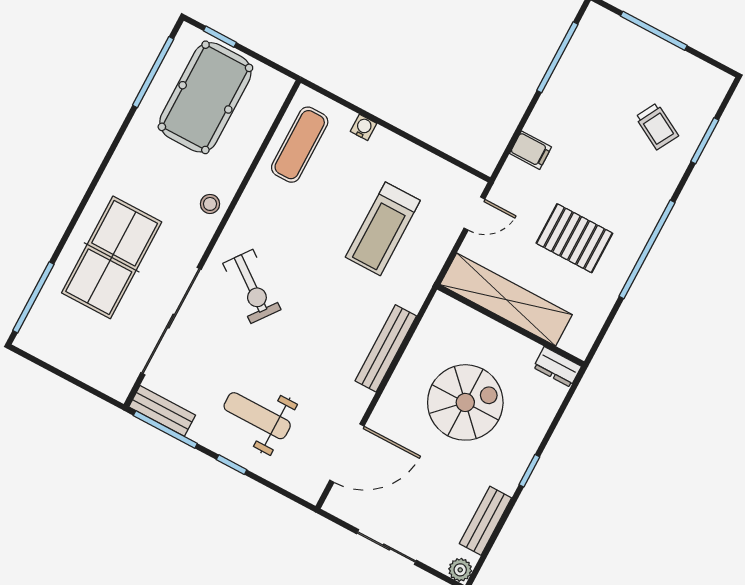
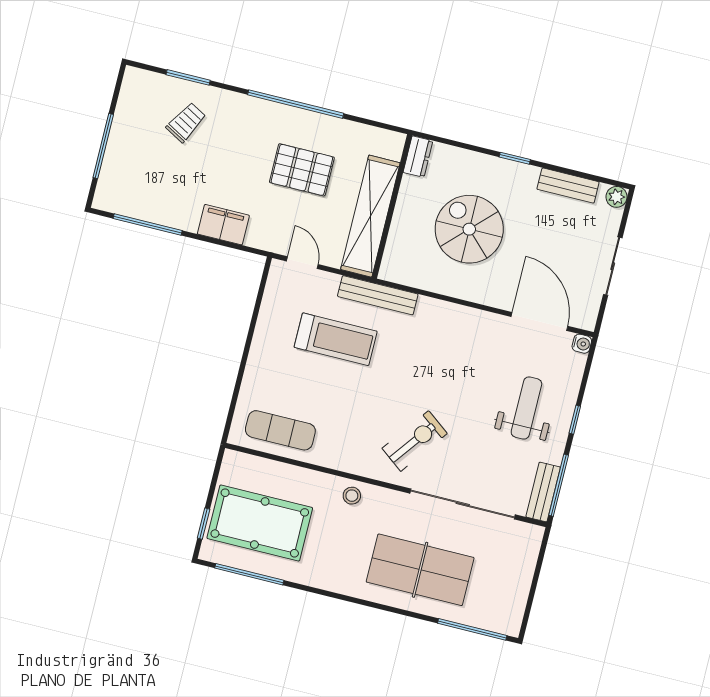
water cooler: (364, 127) -> (582, 344), moved, turned 180
filing cabinet: (531, 150) -> (223, 225), width x2.00
pallet: (574, 238) -> (302, 170), turned 90
bench: (386, 348) -> (378, 295), moved
weight bench: (257, 416) -> (526, 408), turned 180

